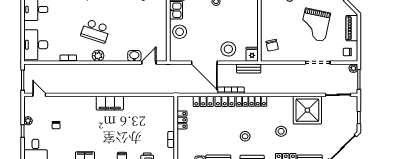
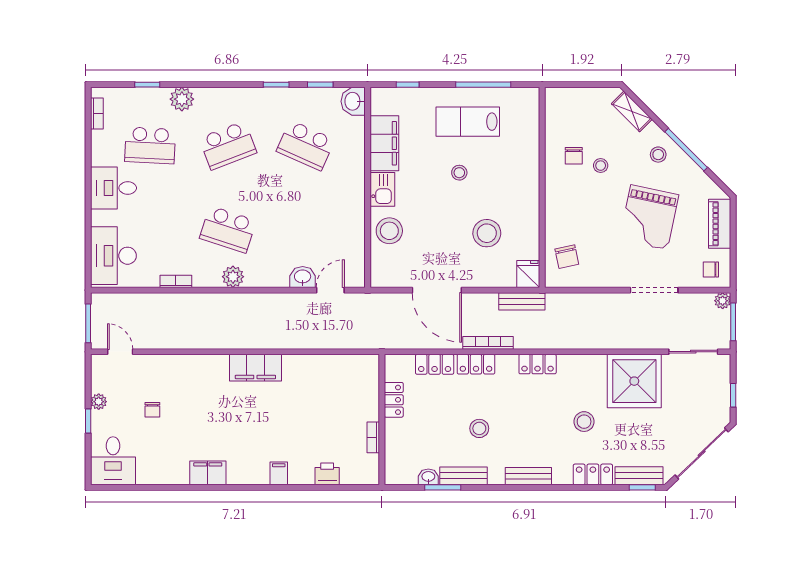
stool: (228, 49) -> (487, 233), moved
locker: (252, 101) -> (538, 364), width x0.66
stool: (245, 136) -> (479, 428), moved

